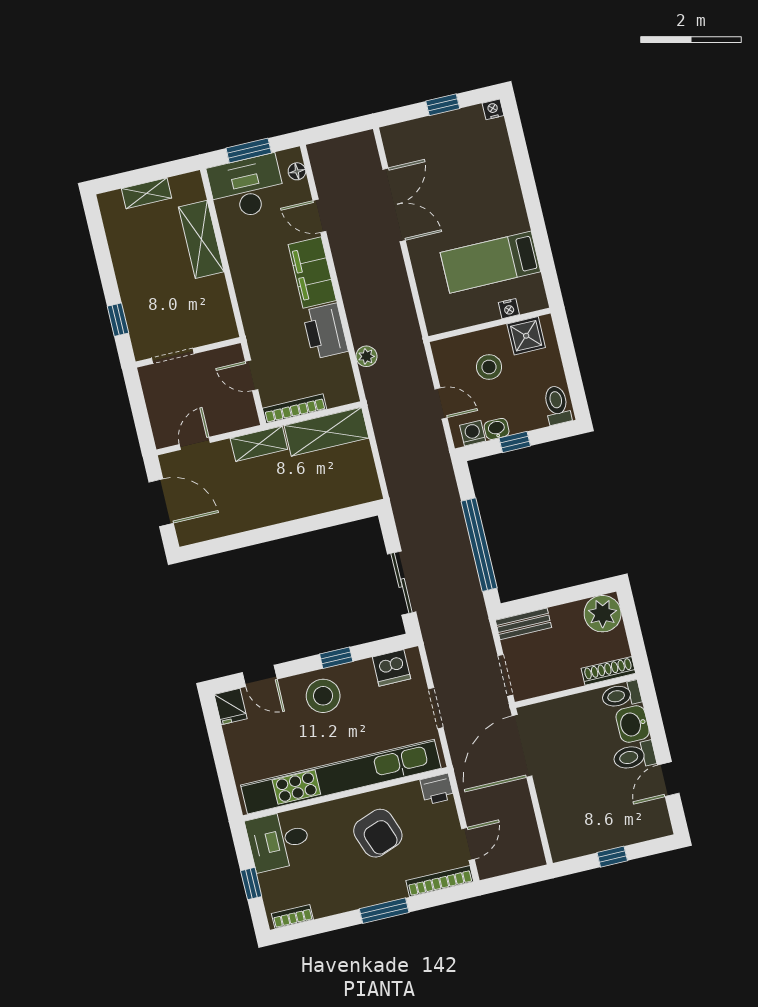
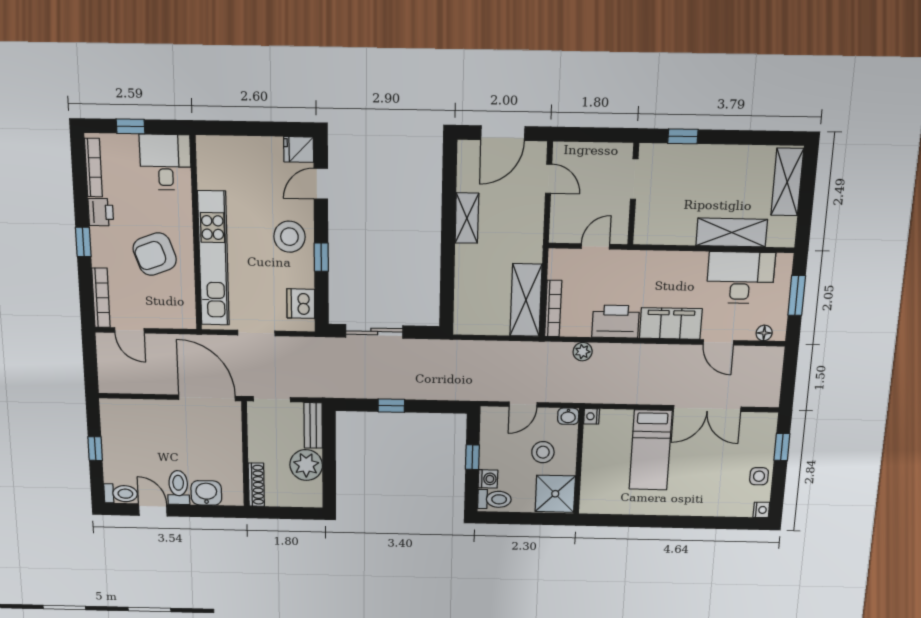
window: (443, 105) -> (782, 447), moved
side table: (455, 125) -> (759, 476), added
desk: (247, 187) -> (740, 278), moved, turned -90
shelving: (146, 193) -> (787, 182), width x1.50, depth x1.33
door: (319, 216) -> (718, 342), swing flipped
bed: (490, 262) -> (651, 450), moved, turned 180
nightstand: (509, 309) -> (592, 416), moved
shower: (526, 336) -> (555, 494), width x1.36, depth x1.36
bookcase: (295, 409) -> (553, 308), moved
washbasin: (497, 429) -> (568, 416), moved, turned 90
washing machine: (473, 433) -> (488, 479), moved
shelving: (259, 444) -> (467, 218), moved
window: (479, 545) -> (391, 406), width x0.32
plant: (603, 614) -> (306, 465), moved
toilet: (621, 695) -> (121, 494), moved, turned 90
kitchen unit: (341, 777) -> (213, 259), width x0.73
printer: (437, 789) -> (101, 212), moved, turned 180
window: (384, 911) -> (83, 242), width x0.67
bookcase: (292, 916) -> (93, 168), width x1.56

